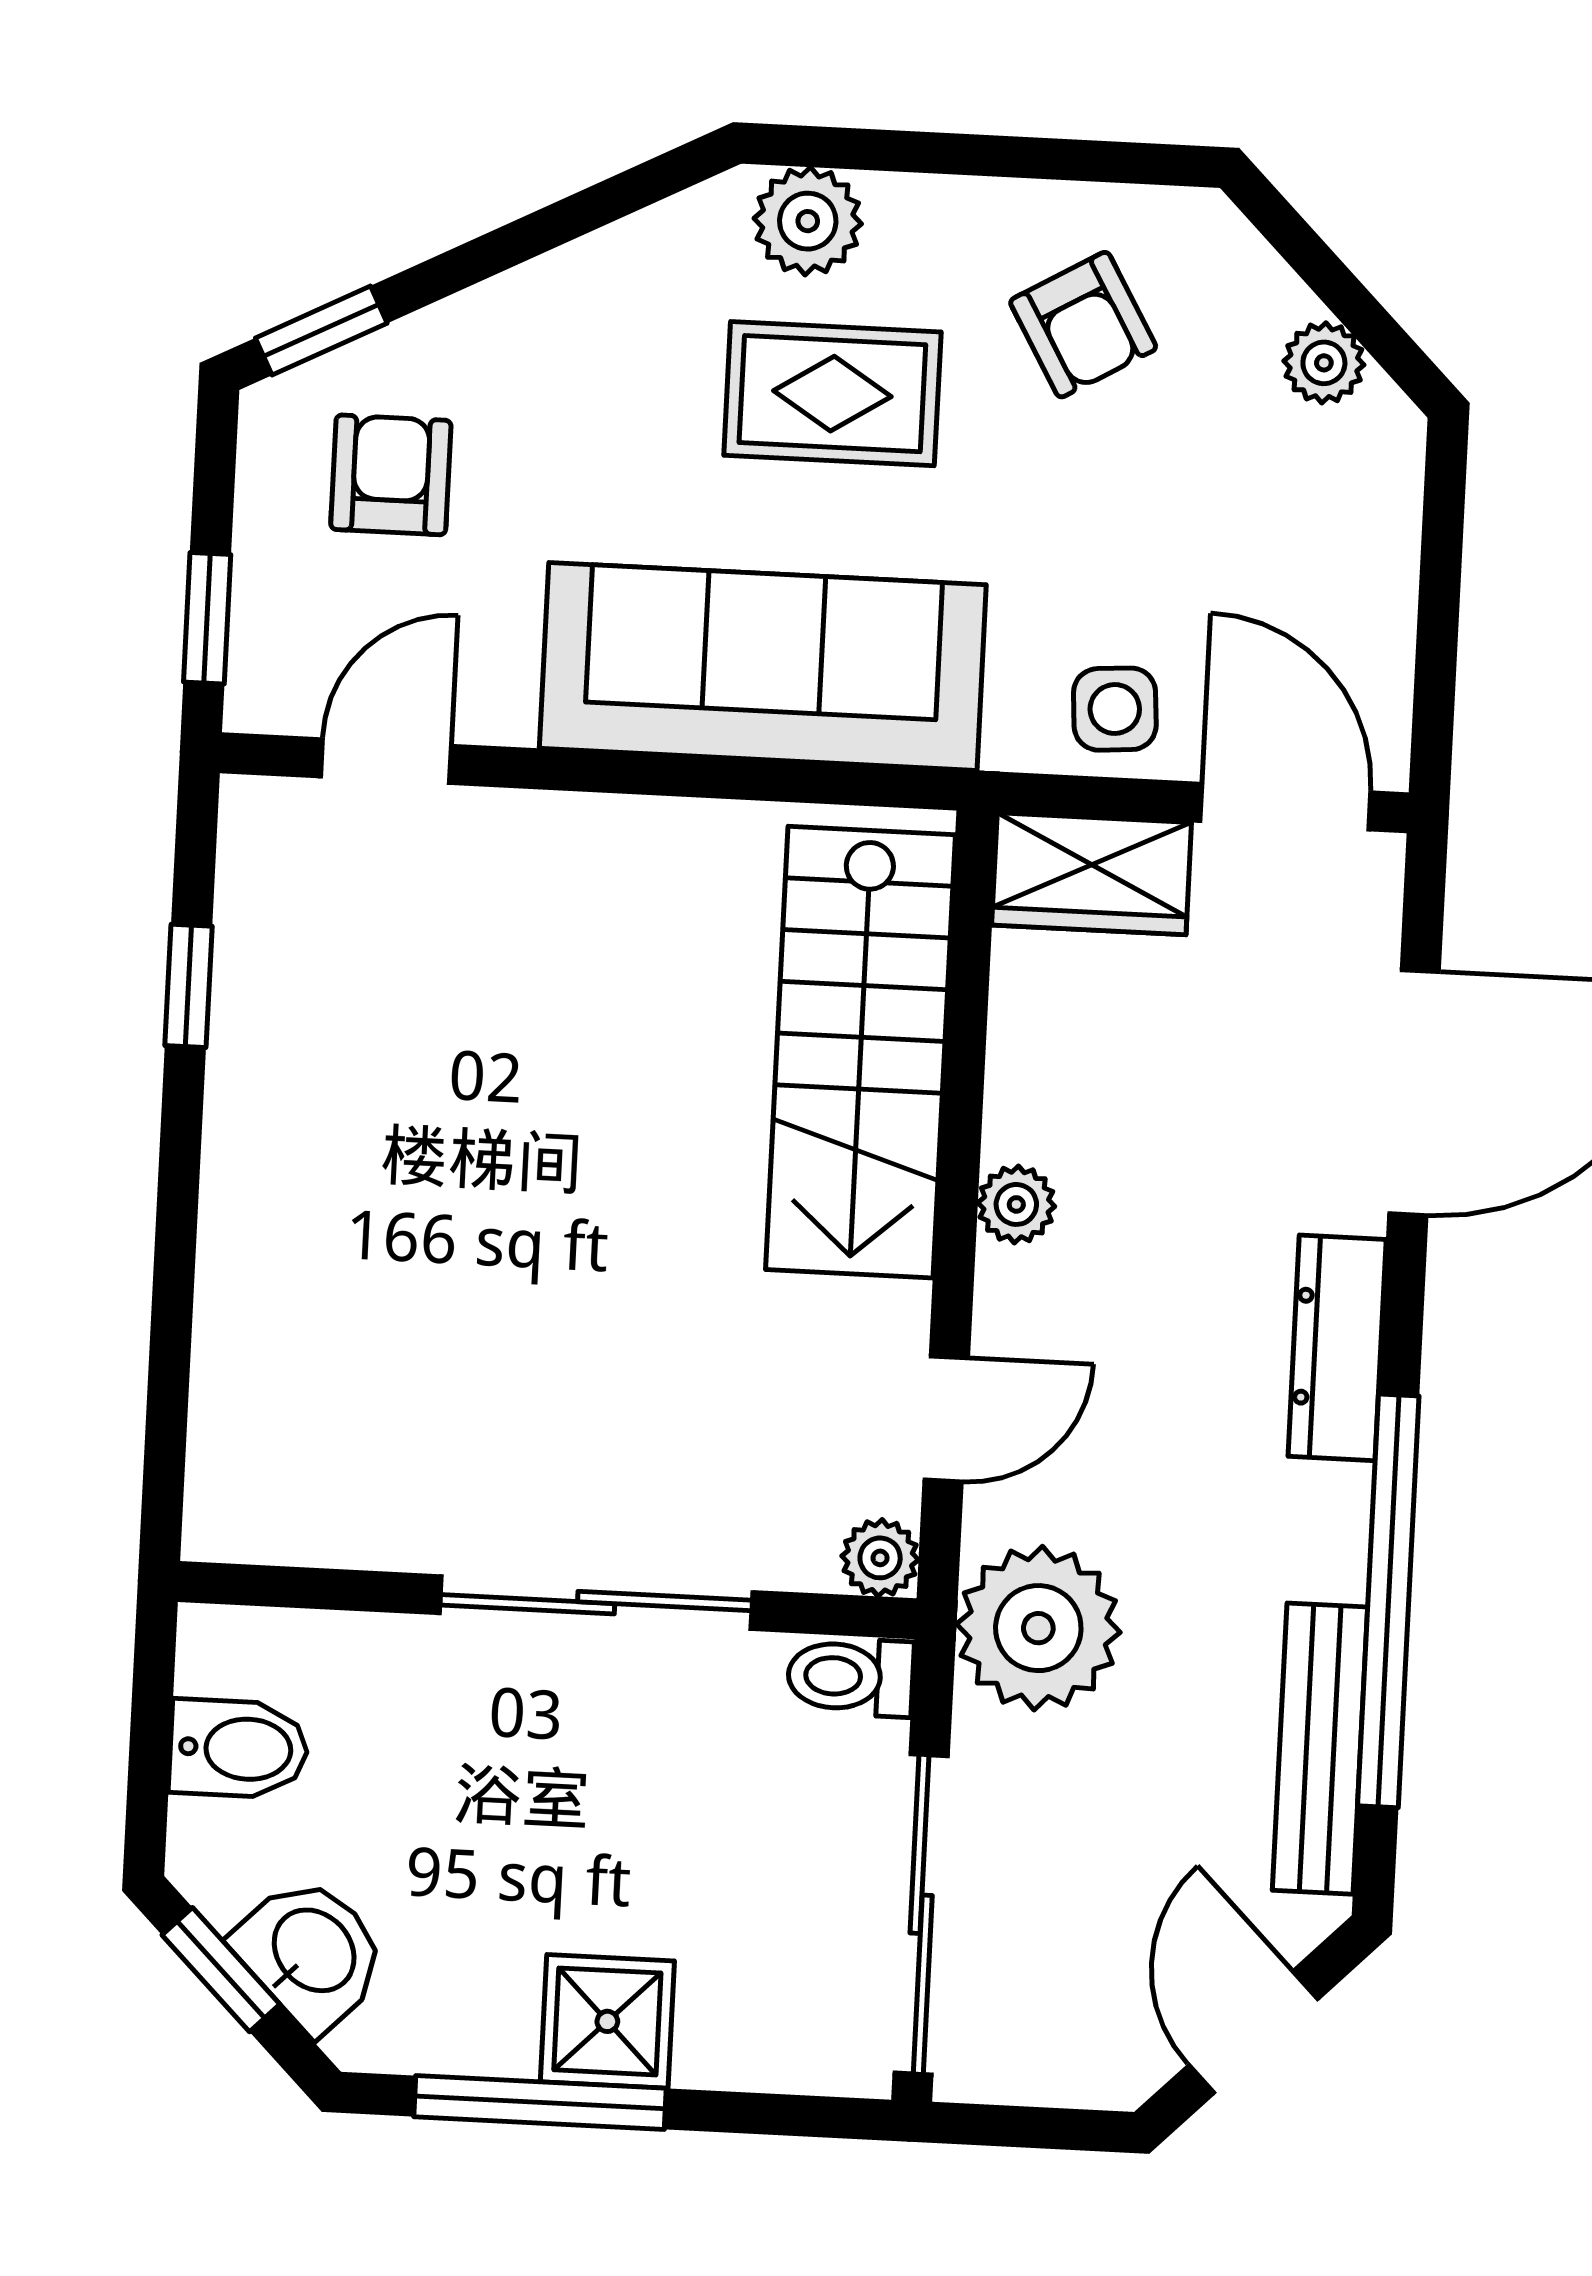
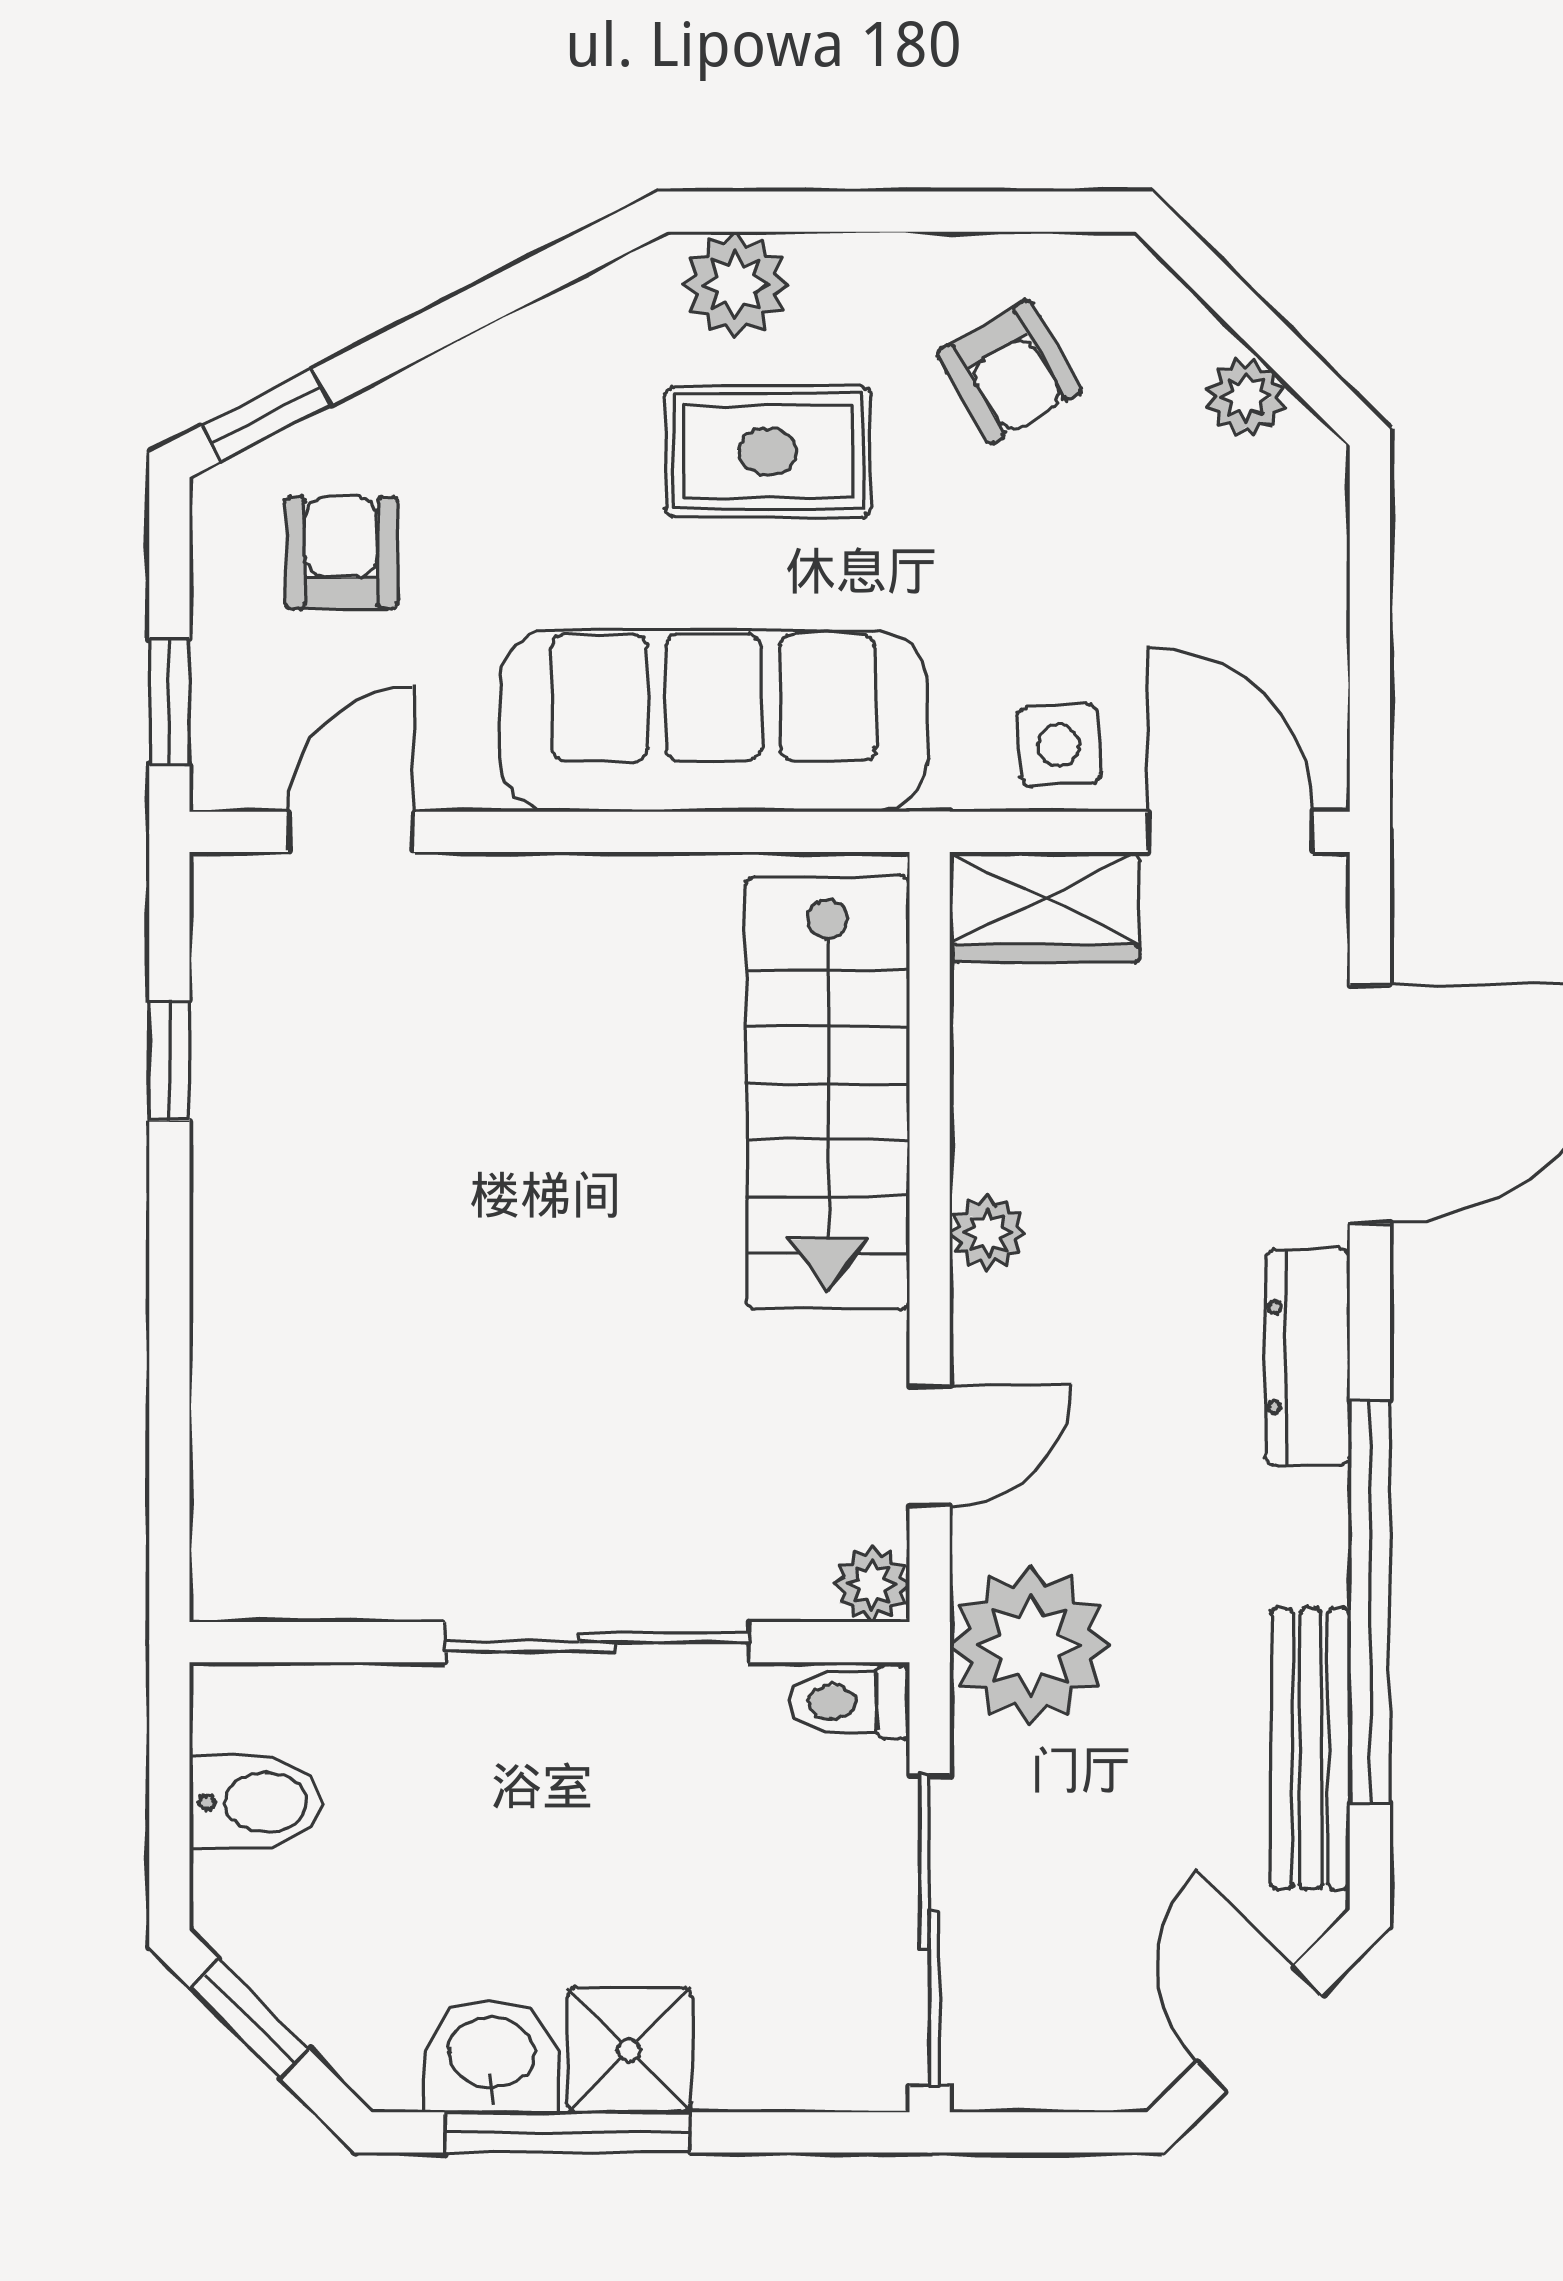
washbasin: (311, 1953) -> (492, 2056), moved, turned -45

